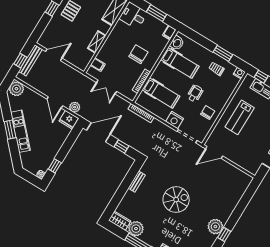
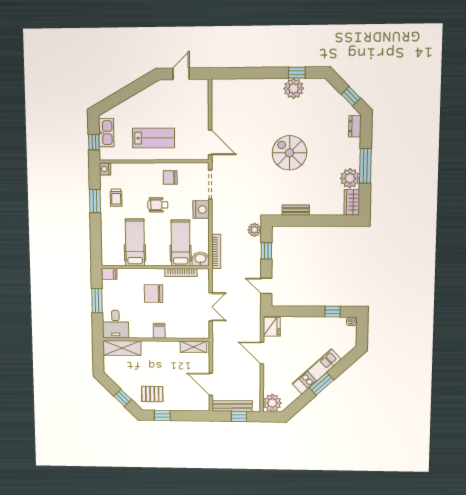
shelving: (97, 42) -> (193, 347), moved
washbasin: (177, 43) -> (200, 259), moved
filing cabinet: (98, 65) -> (159, 331), moved
door: (55, 102) -> (262, 353), swing flipped
plant: (75, 107) -> (254, 230), moved
door: (98, 132) -> (266, 286), width x0.53

